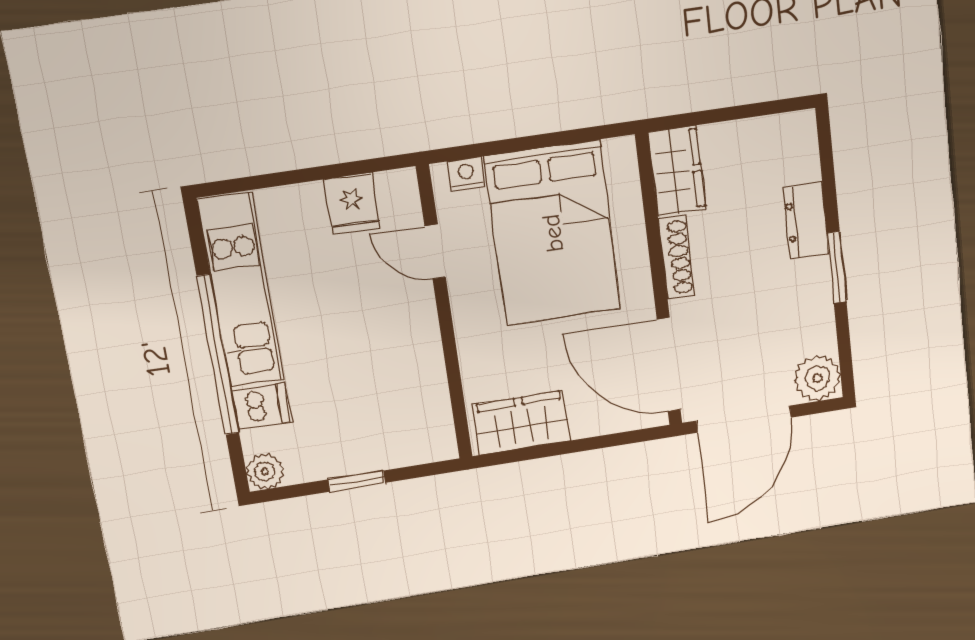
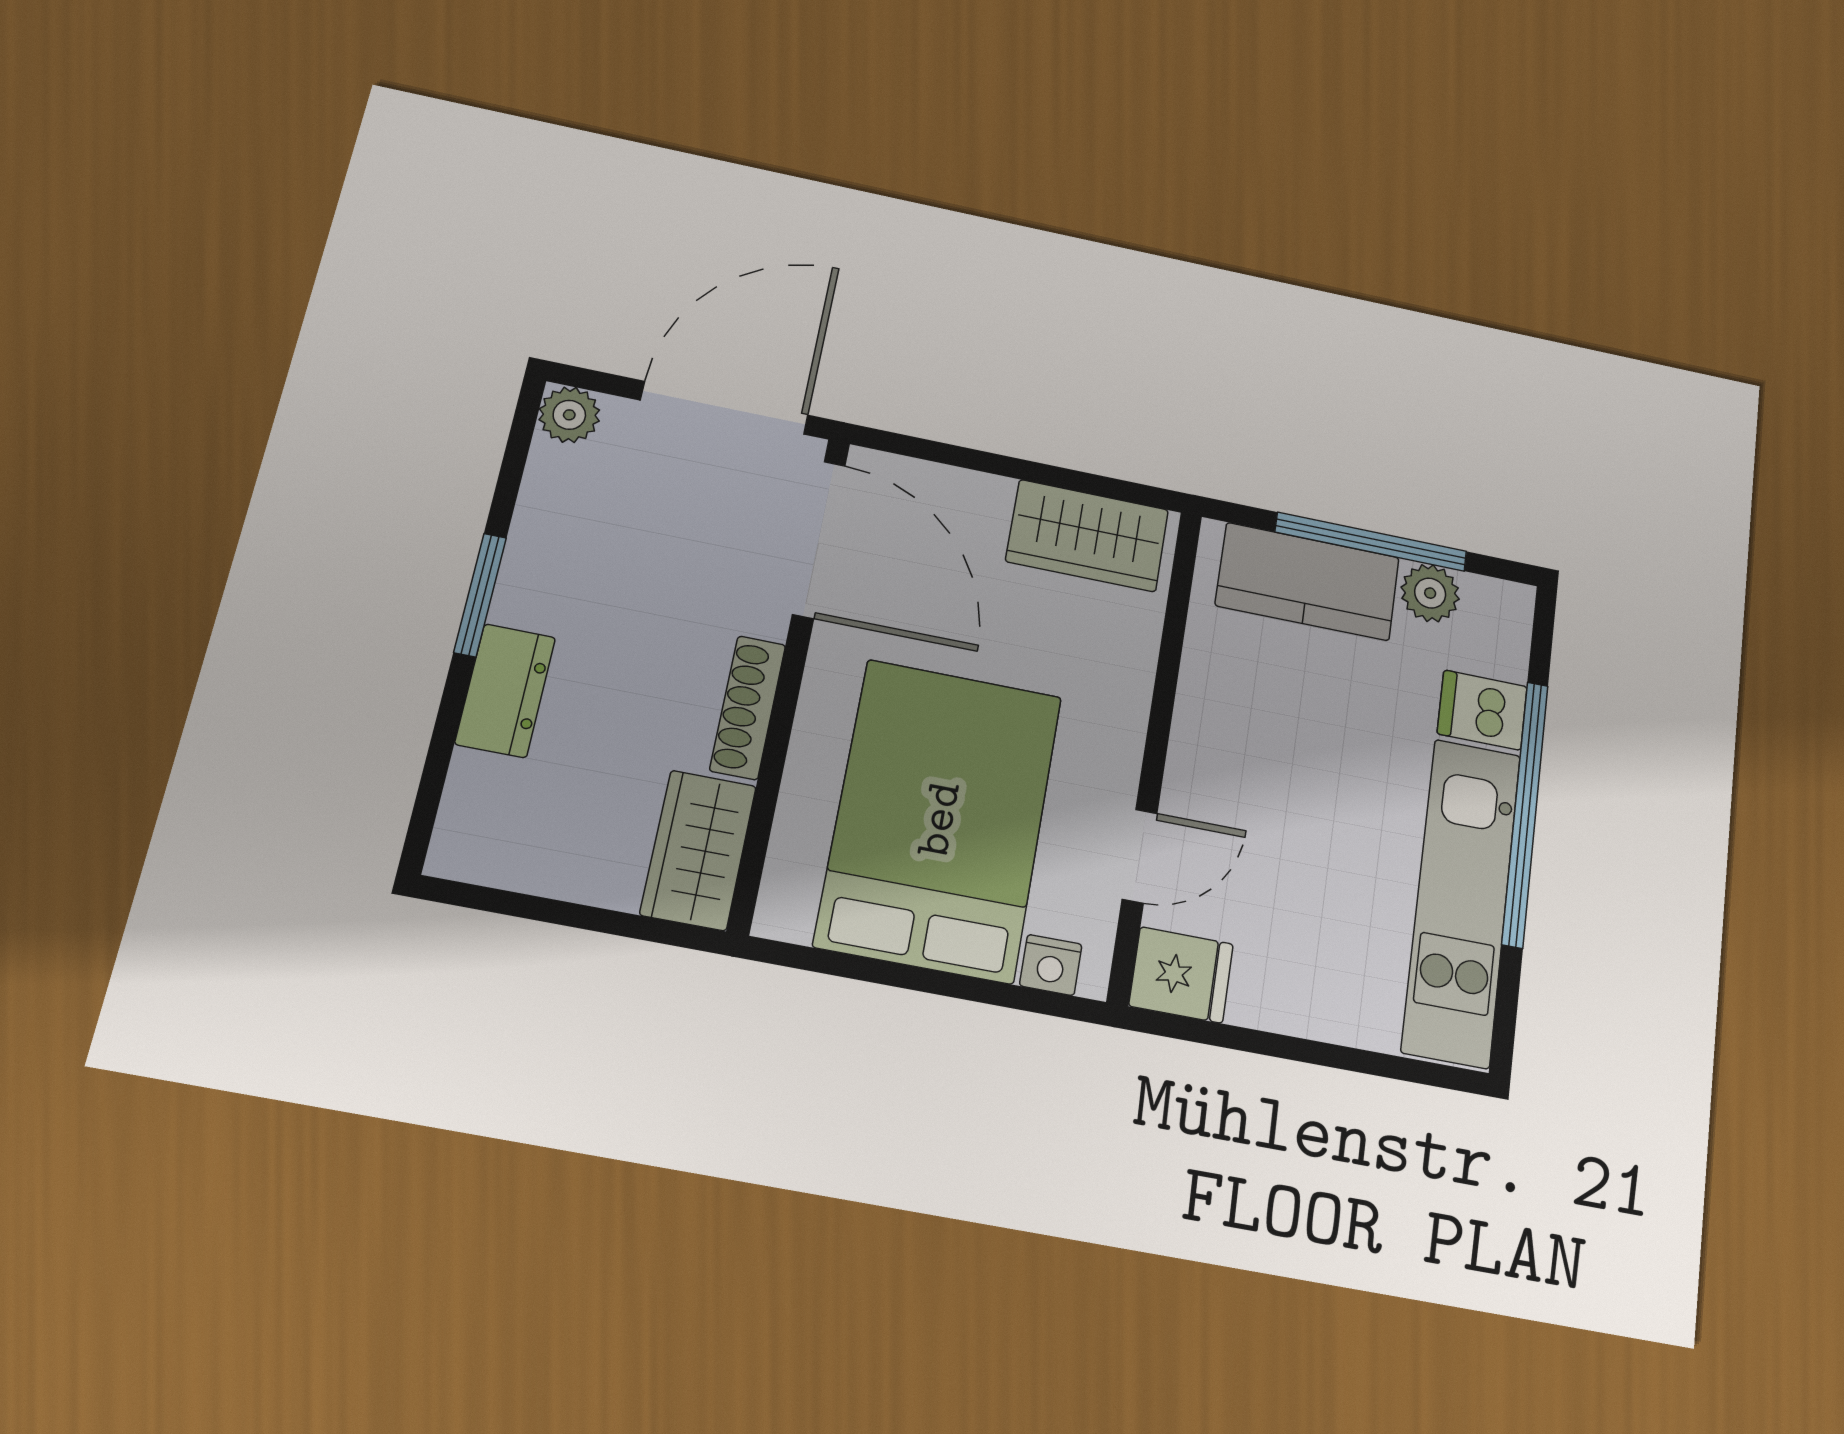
fridge: (352, 204) -> (1181, 975), moved, turned 90
door: (435, 252) -> (1140, 856), hinge flipped
plant: (817, 378) -> (569, 415), width x0.73, depth x0.73
kitchen counter: (387, 444) -> (1308, 581), added
plant: (265, 471) -> (1430, 593), moved
window: (357, 481) -> (1371, 542), width x2.17

